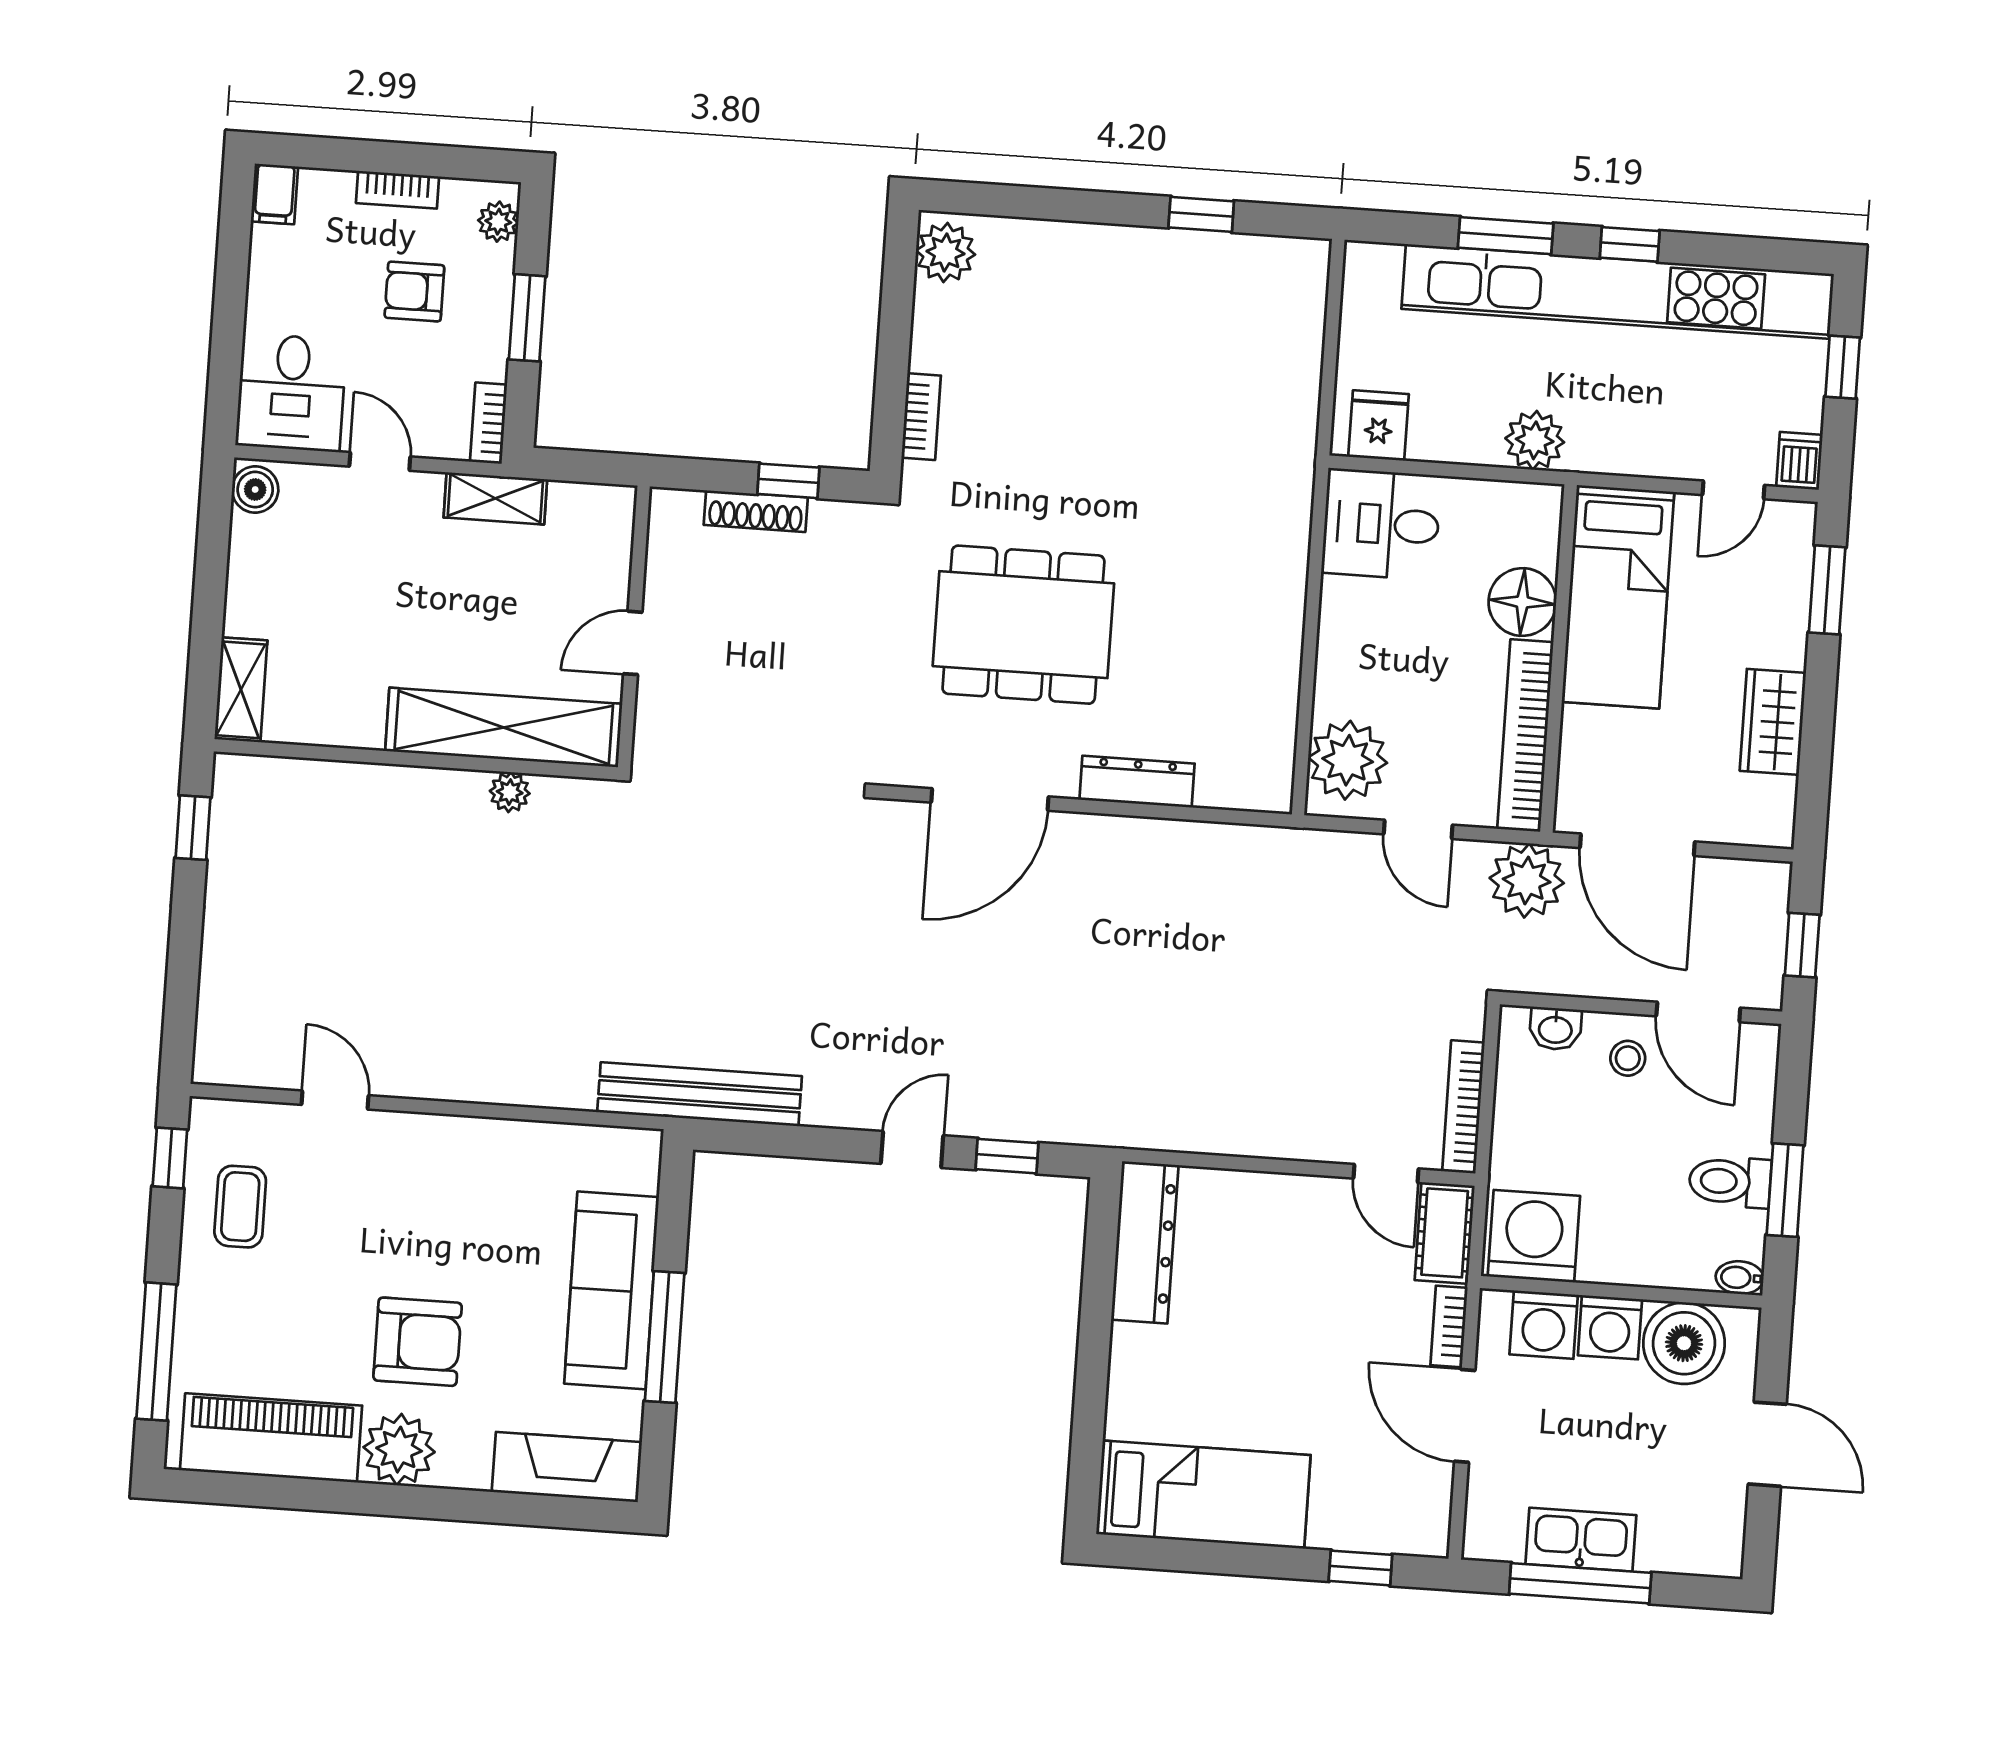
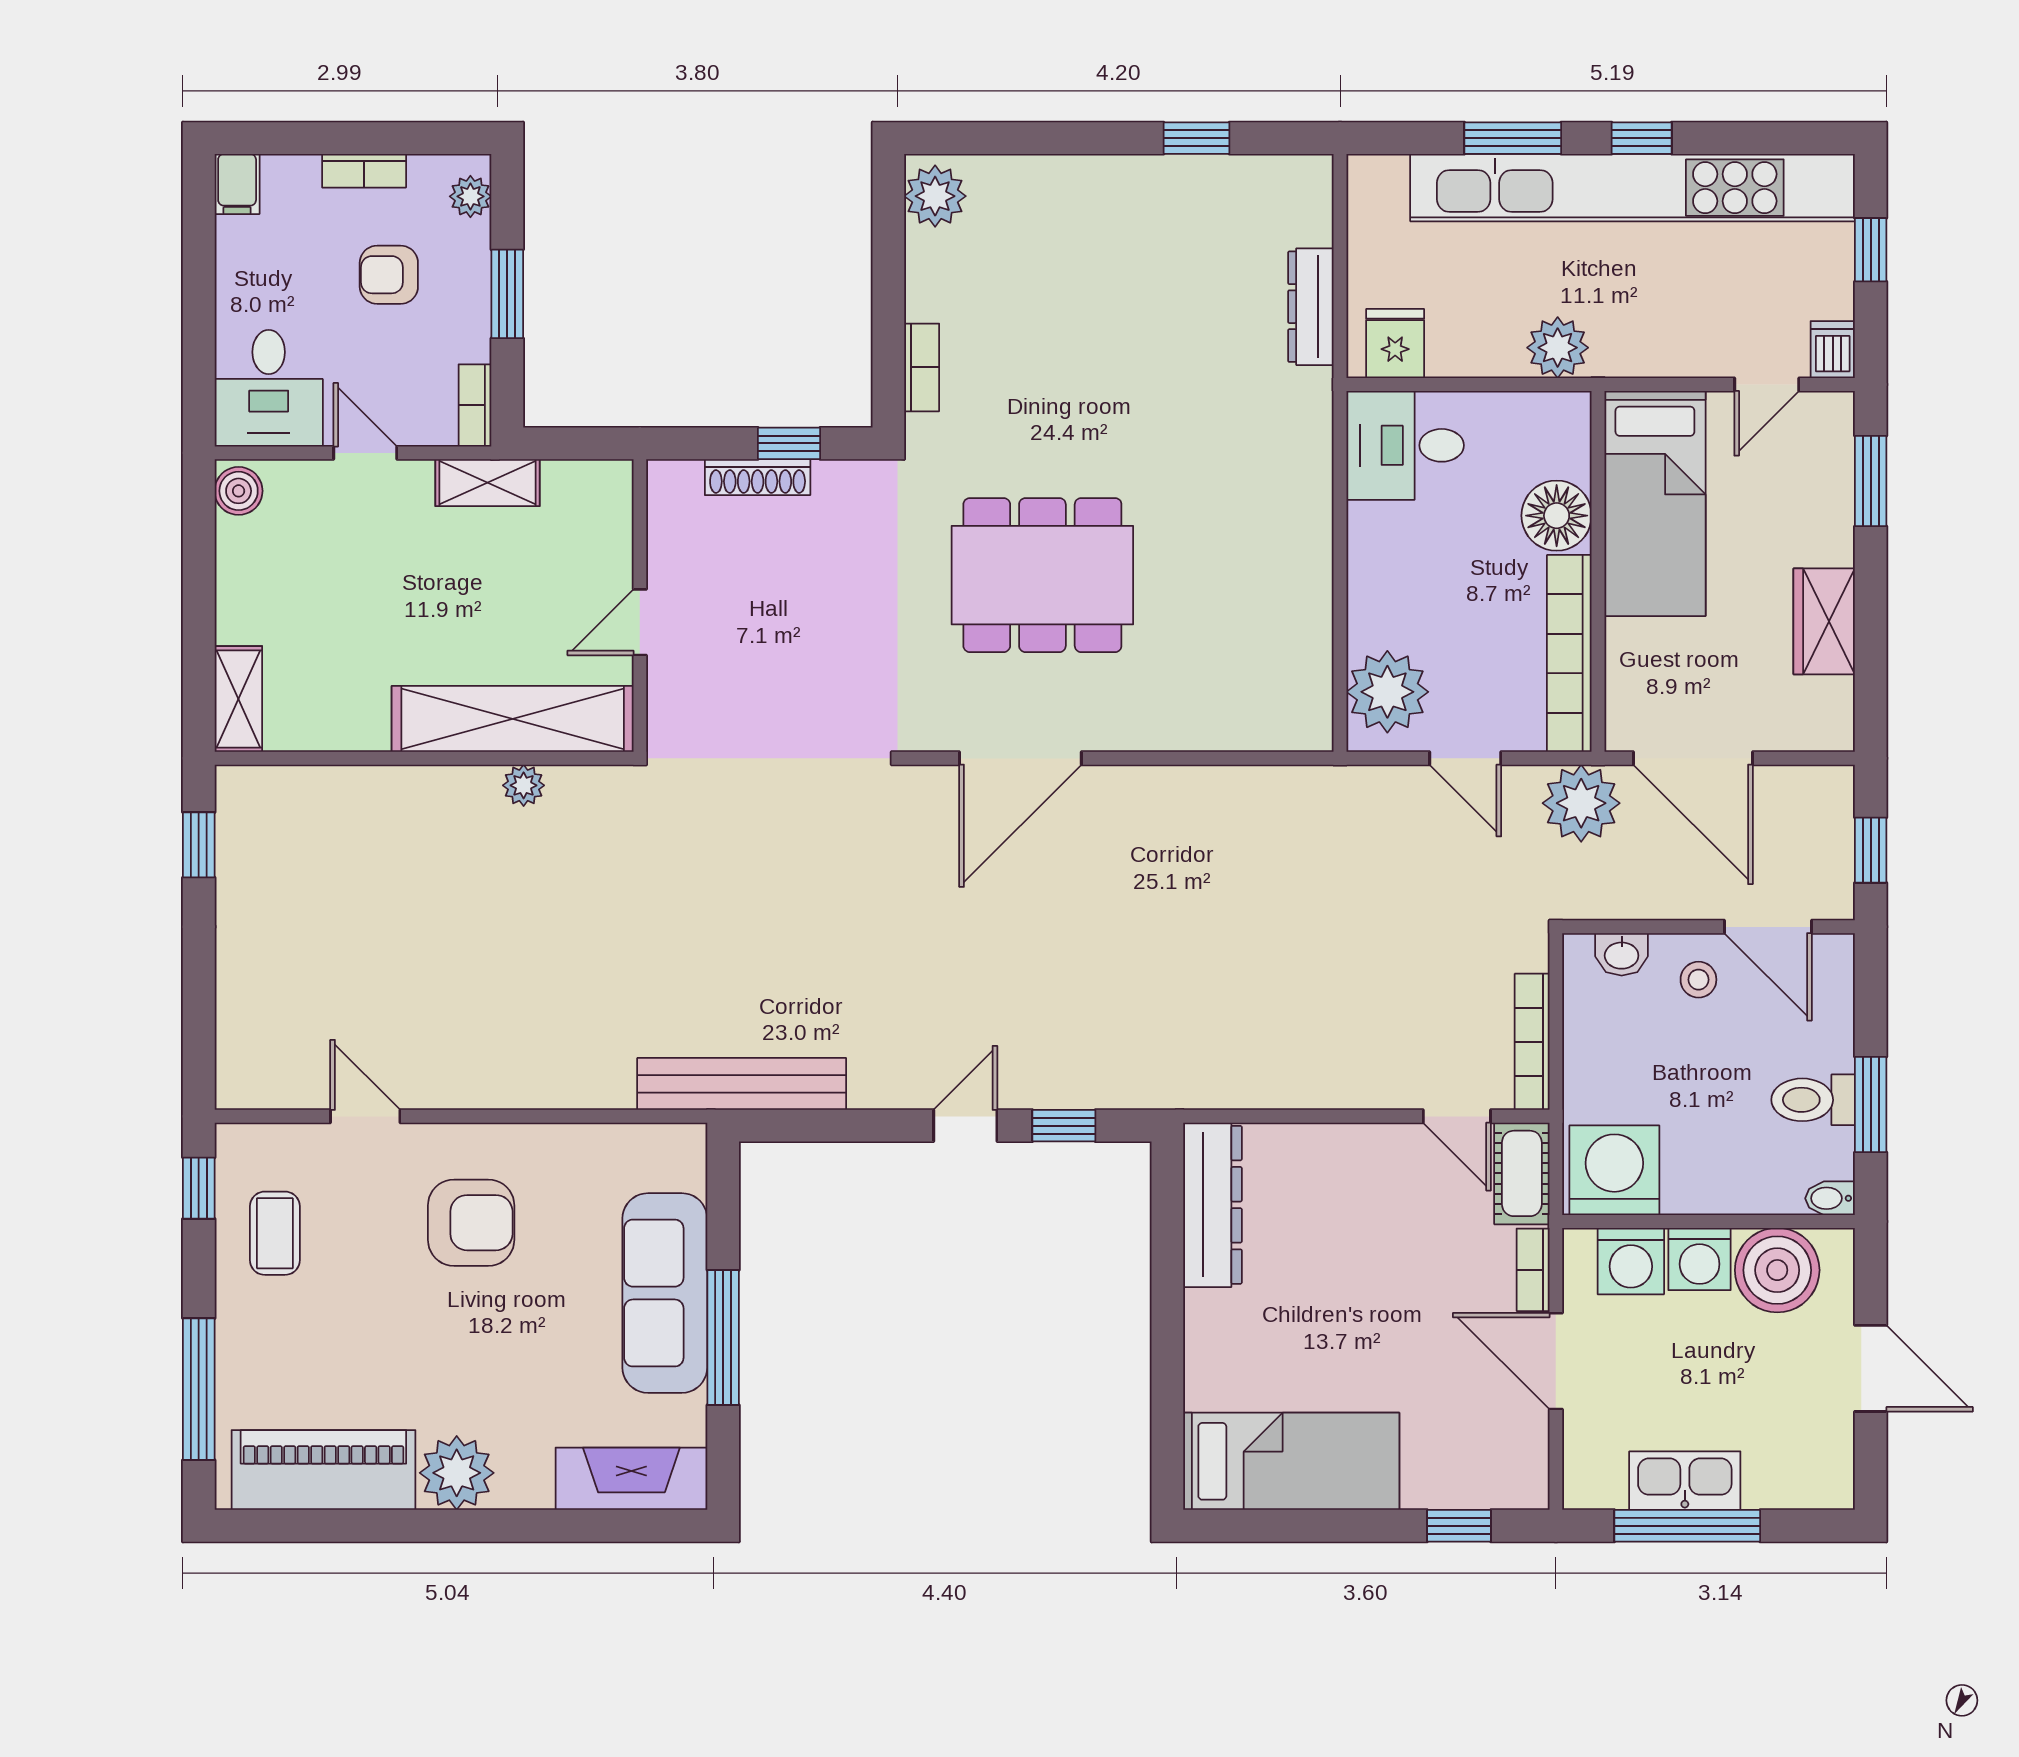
dresser: (1137, 782) -> (1311, 307), moved, turned -90
armchair: (418, 1342) -> (471, 1223), moved

